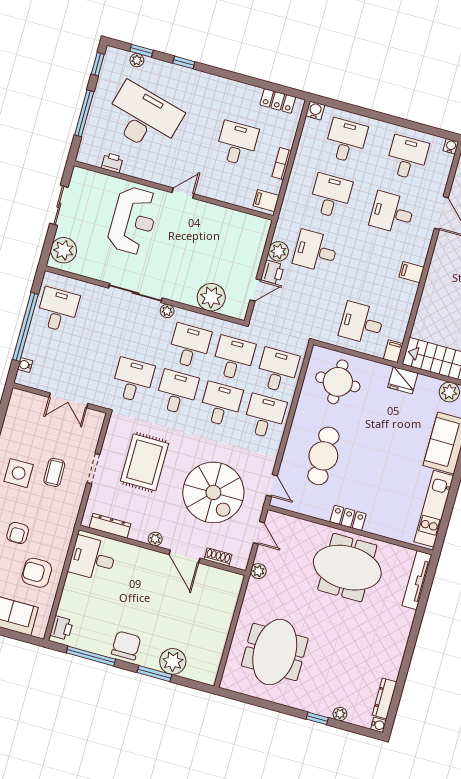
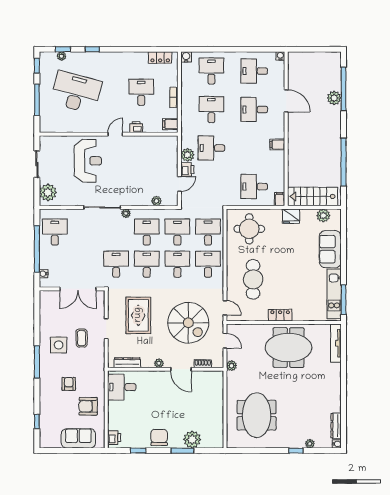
desk: (407, 158) -> (254, 71), turned -90
printer: (112, 163) -> (136, 127), moved
plant: (211, 297) -> (156, 201), width x0.53, depth x0.53
double door: (68, 400) -> (78, 289), width x1.37
window: (445, 521) -> (344, 300), added
armchair: (18, 533) -> (69, 384), turned 180
window: (91, 656) -> (138, 451), width x0.46

